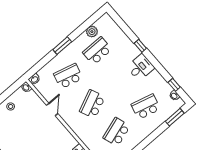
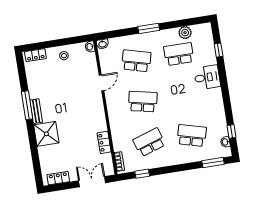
window: (140, 46) -> (219, 50), moved
desk: (141, 67) -> (207, 77), moved
school desk: (92, 104) -> (143, 102), turned 36

